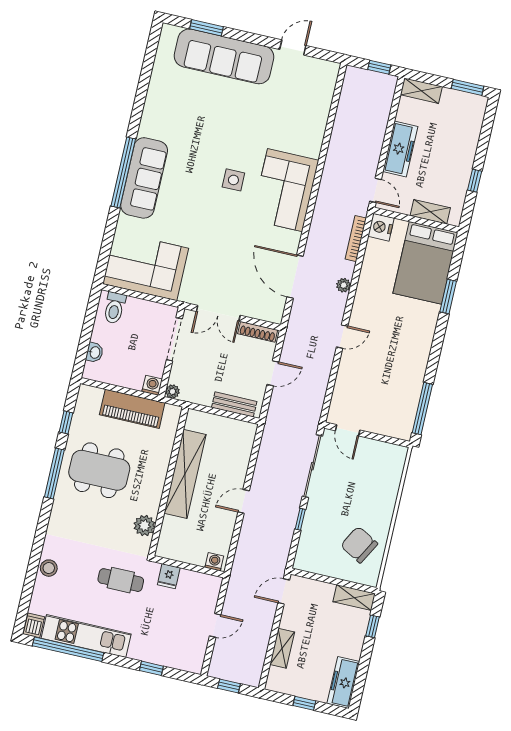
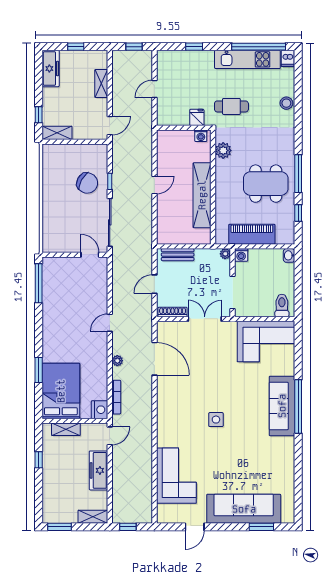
corner sofa: (285, 190) -> (176, 476), moved
door: (376, 190) -> (110, 436), swing flipped
washbasin: (95, 352) -> (289, 255), moved
chair: (359, 545) -> (87, 183), moved
washing machine: (214, 562) -> (201, 136), moved

